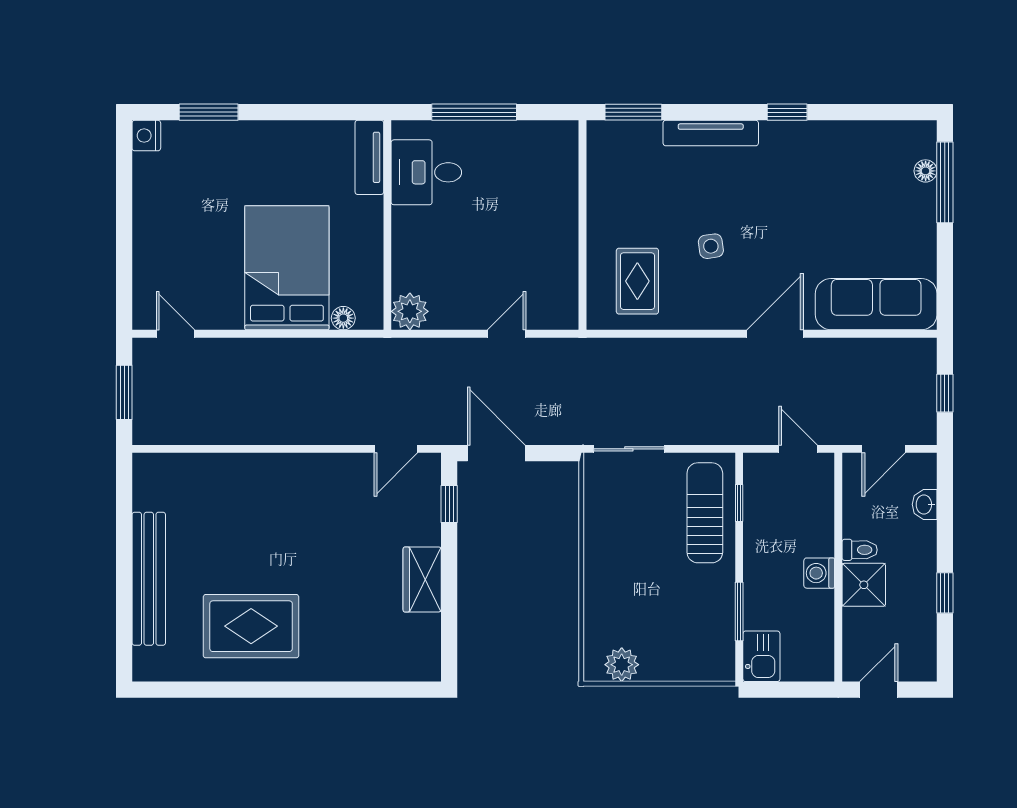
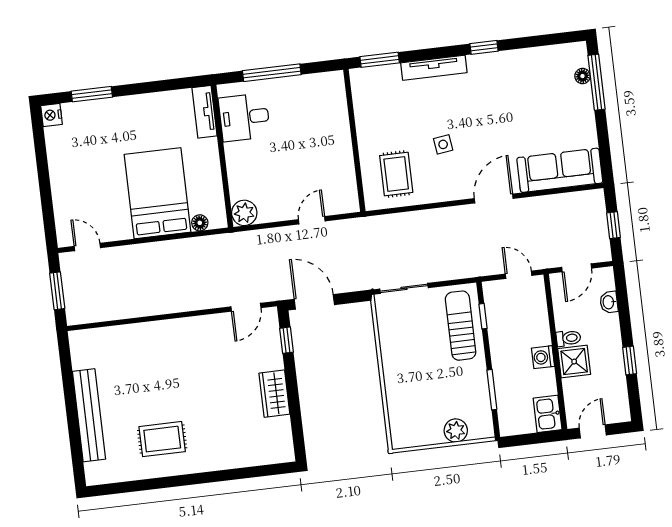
rug: (251, 626) -> (162, 439), width x0.73, depth x0.70
kitchen sink: (761, 656) -> (548, 414), moved, turned 180
plant: (622, 665) -> (456, 431), moved

